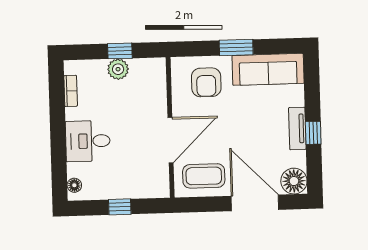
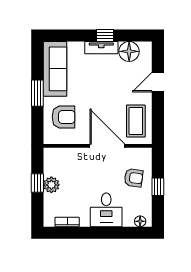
armchair: (130, 175) -> (134, 178), added
floor lamp: (294, 181) -> (129, 51), moved
door: (255, 203) -> (158, 82), width x0.53

